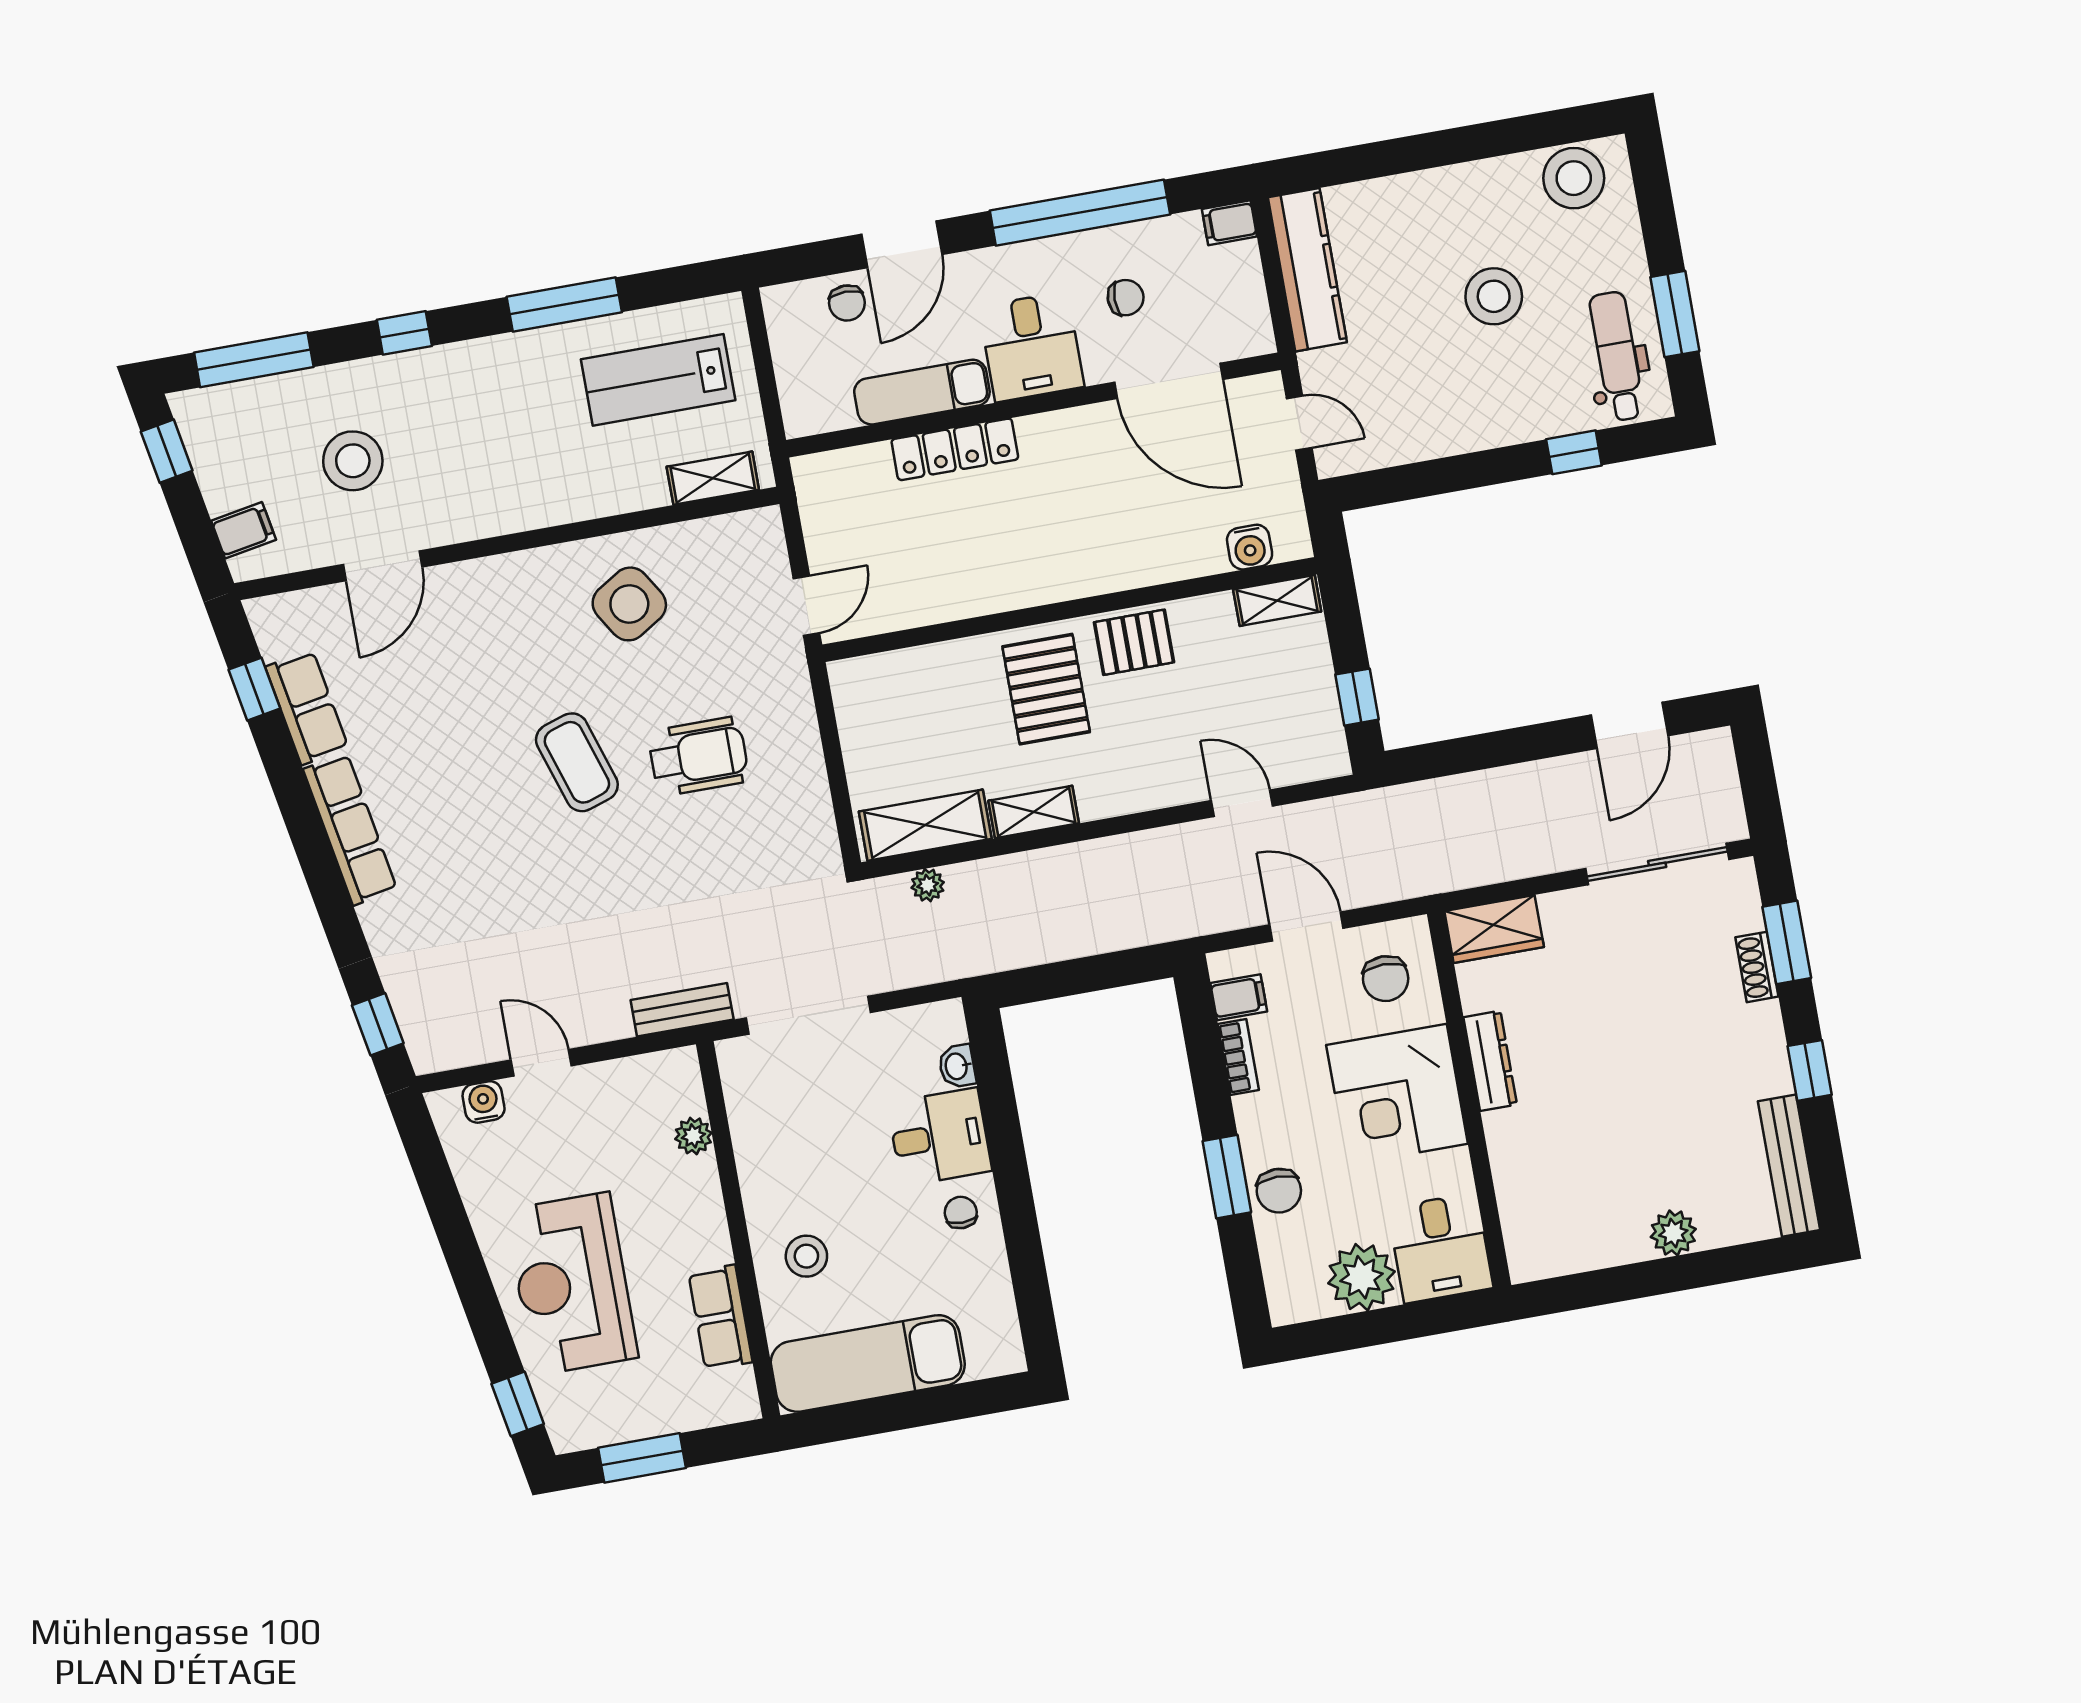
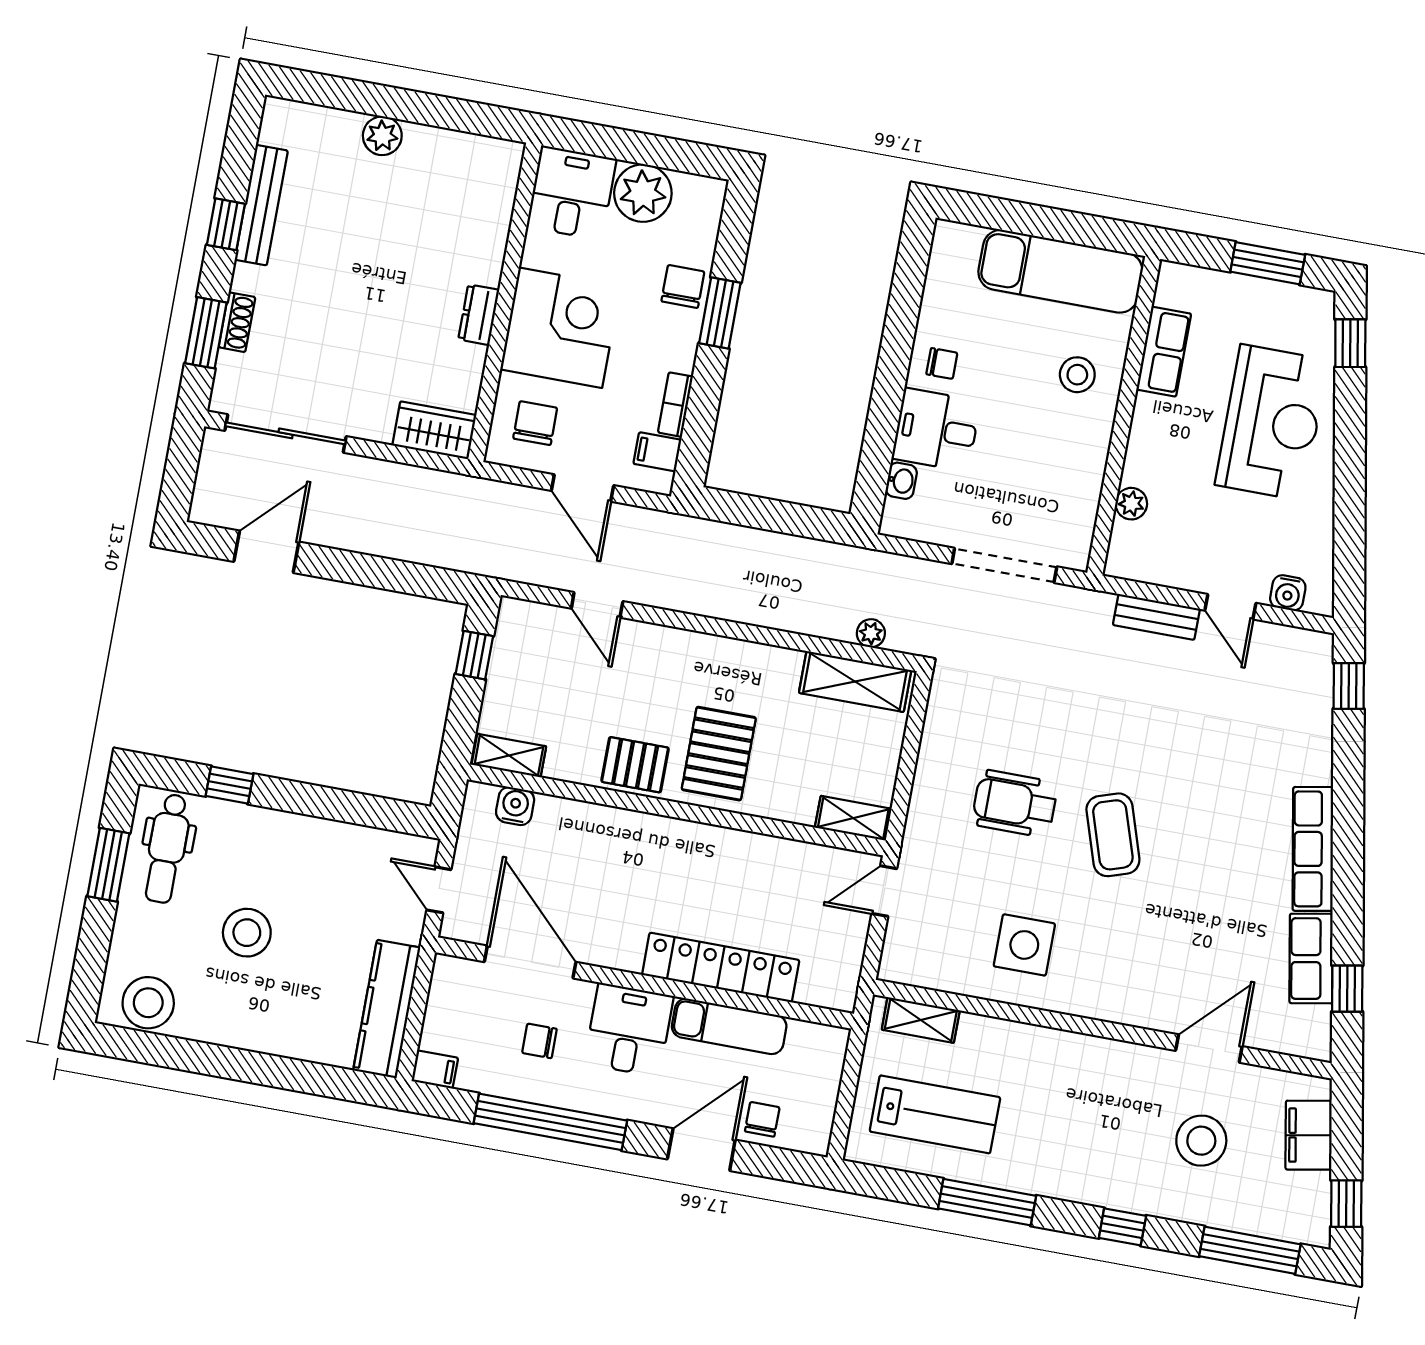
locker: (955, 449) -> (721, 967), width x1.41, depth x1.21
filing cabinet: (244, 530) -> (1309, 1135), width x2.00
side table: (629, 604) -> (1024, 945), turned 32
shelving: (1034, 812) -> (853, 818), moved
bench: (682, 1010) -> (1156, 617), moved
dresser: (1490, 1061) -> (479, 315), width x0.70
bench: (1789, 1166) -> (261, 205), moved
chair: (961, 1213) -> (942, 363), turned -90

